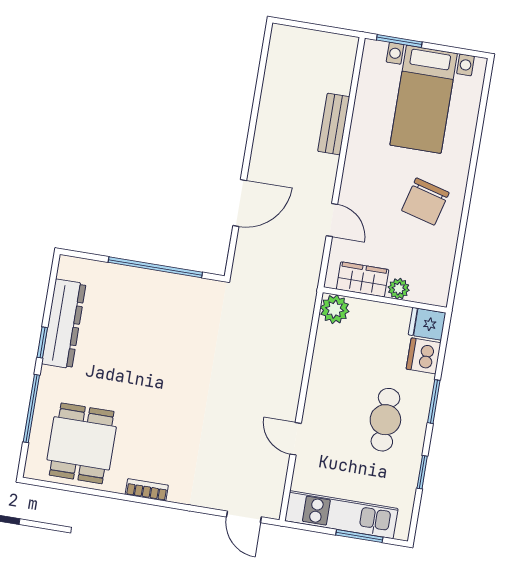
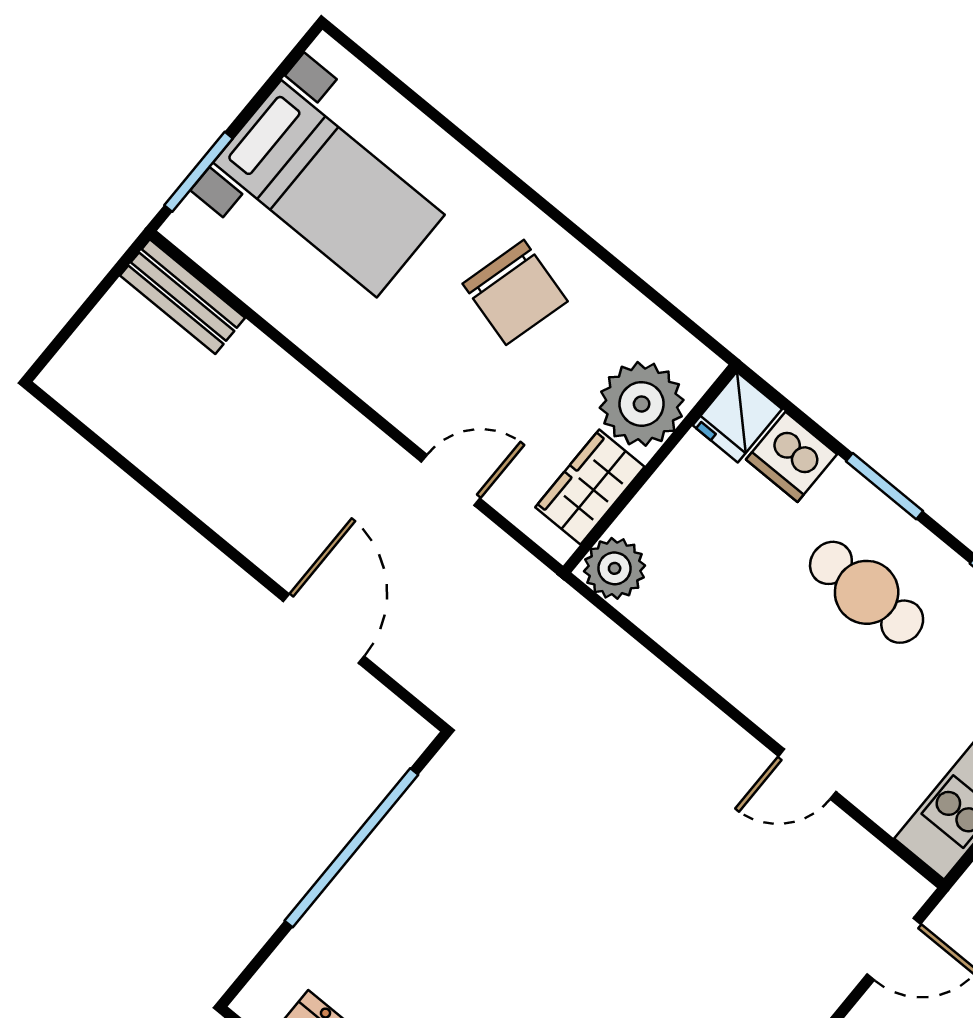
bench: (334, 124) -> (183, 297), moved
plant: (399, 289) -> (642, 404), width x1.88, depth x1.88

